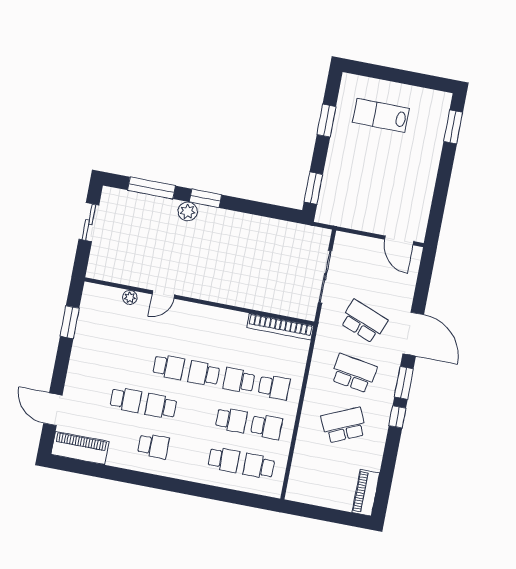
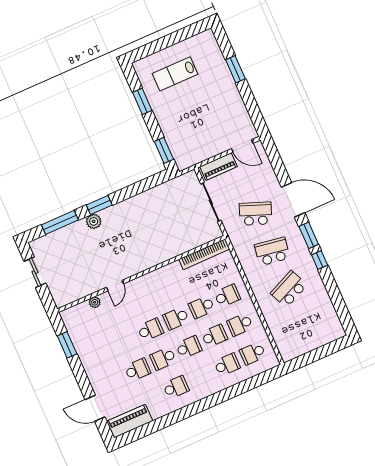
window: (453, 127) -> (235, 69), moved
school desk: (196, 413) -> (189, 347), added
school desk: (267, 427) -> (240, 325), turned 180
piano: (366, 493) -> (218, 167), moved, turned -90

